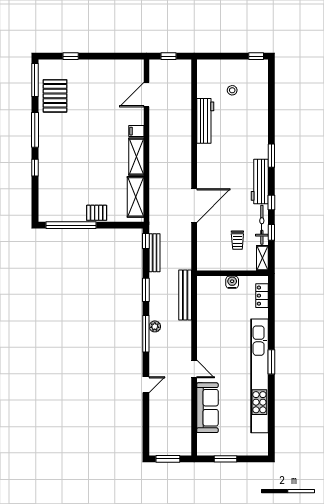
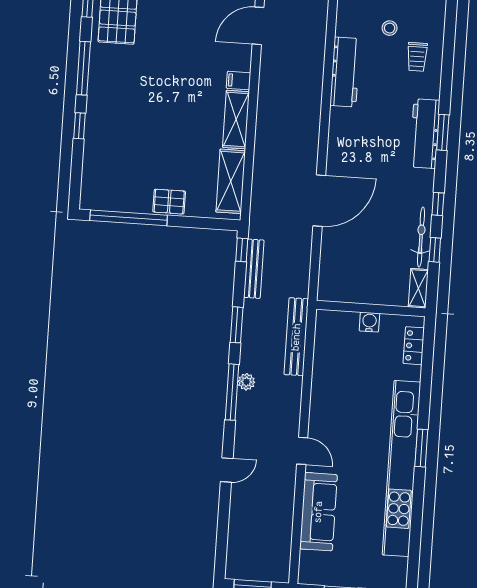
workbench: (260, 182) -> (425, 134), moved
trolley: (237, 240) -> (417, 57), moved

